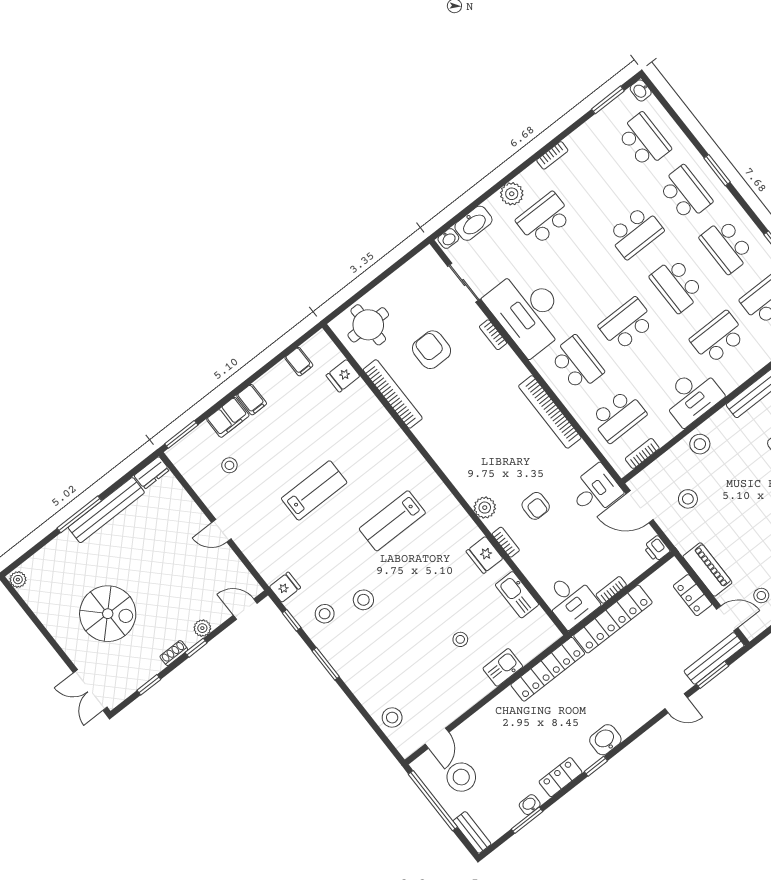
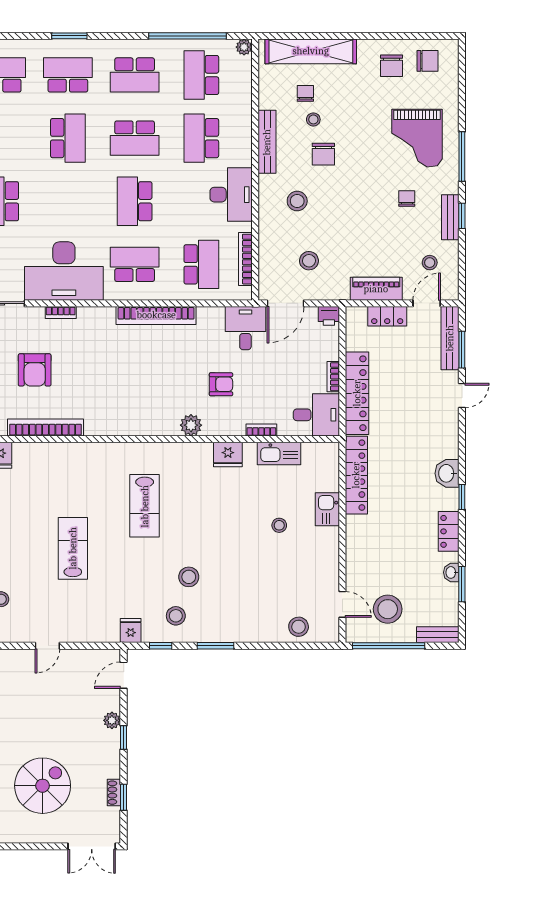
armchair: (432, 350) -> (35, 370), turned -90
stool: (700, 444) -> (297, 201), moved
bookcase: (642, 453) -> (245, 259), width x1.56
bookcase: (506, 542) -> (261, 430), moved
shoe rack: (174, 653) -> (114, 793), moved

